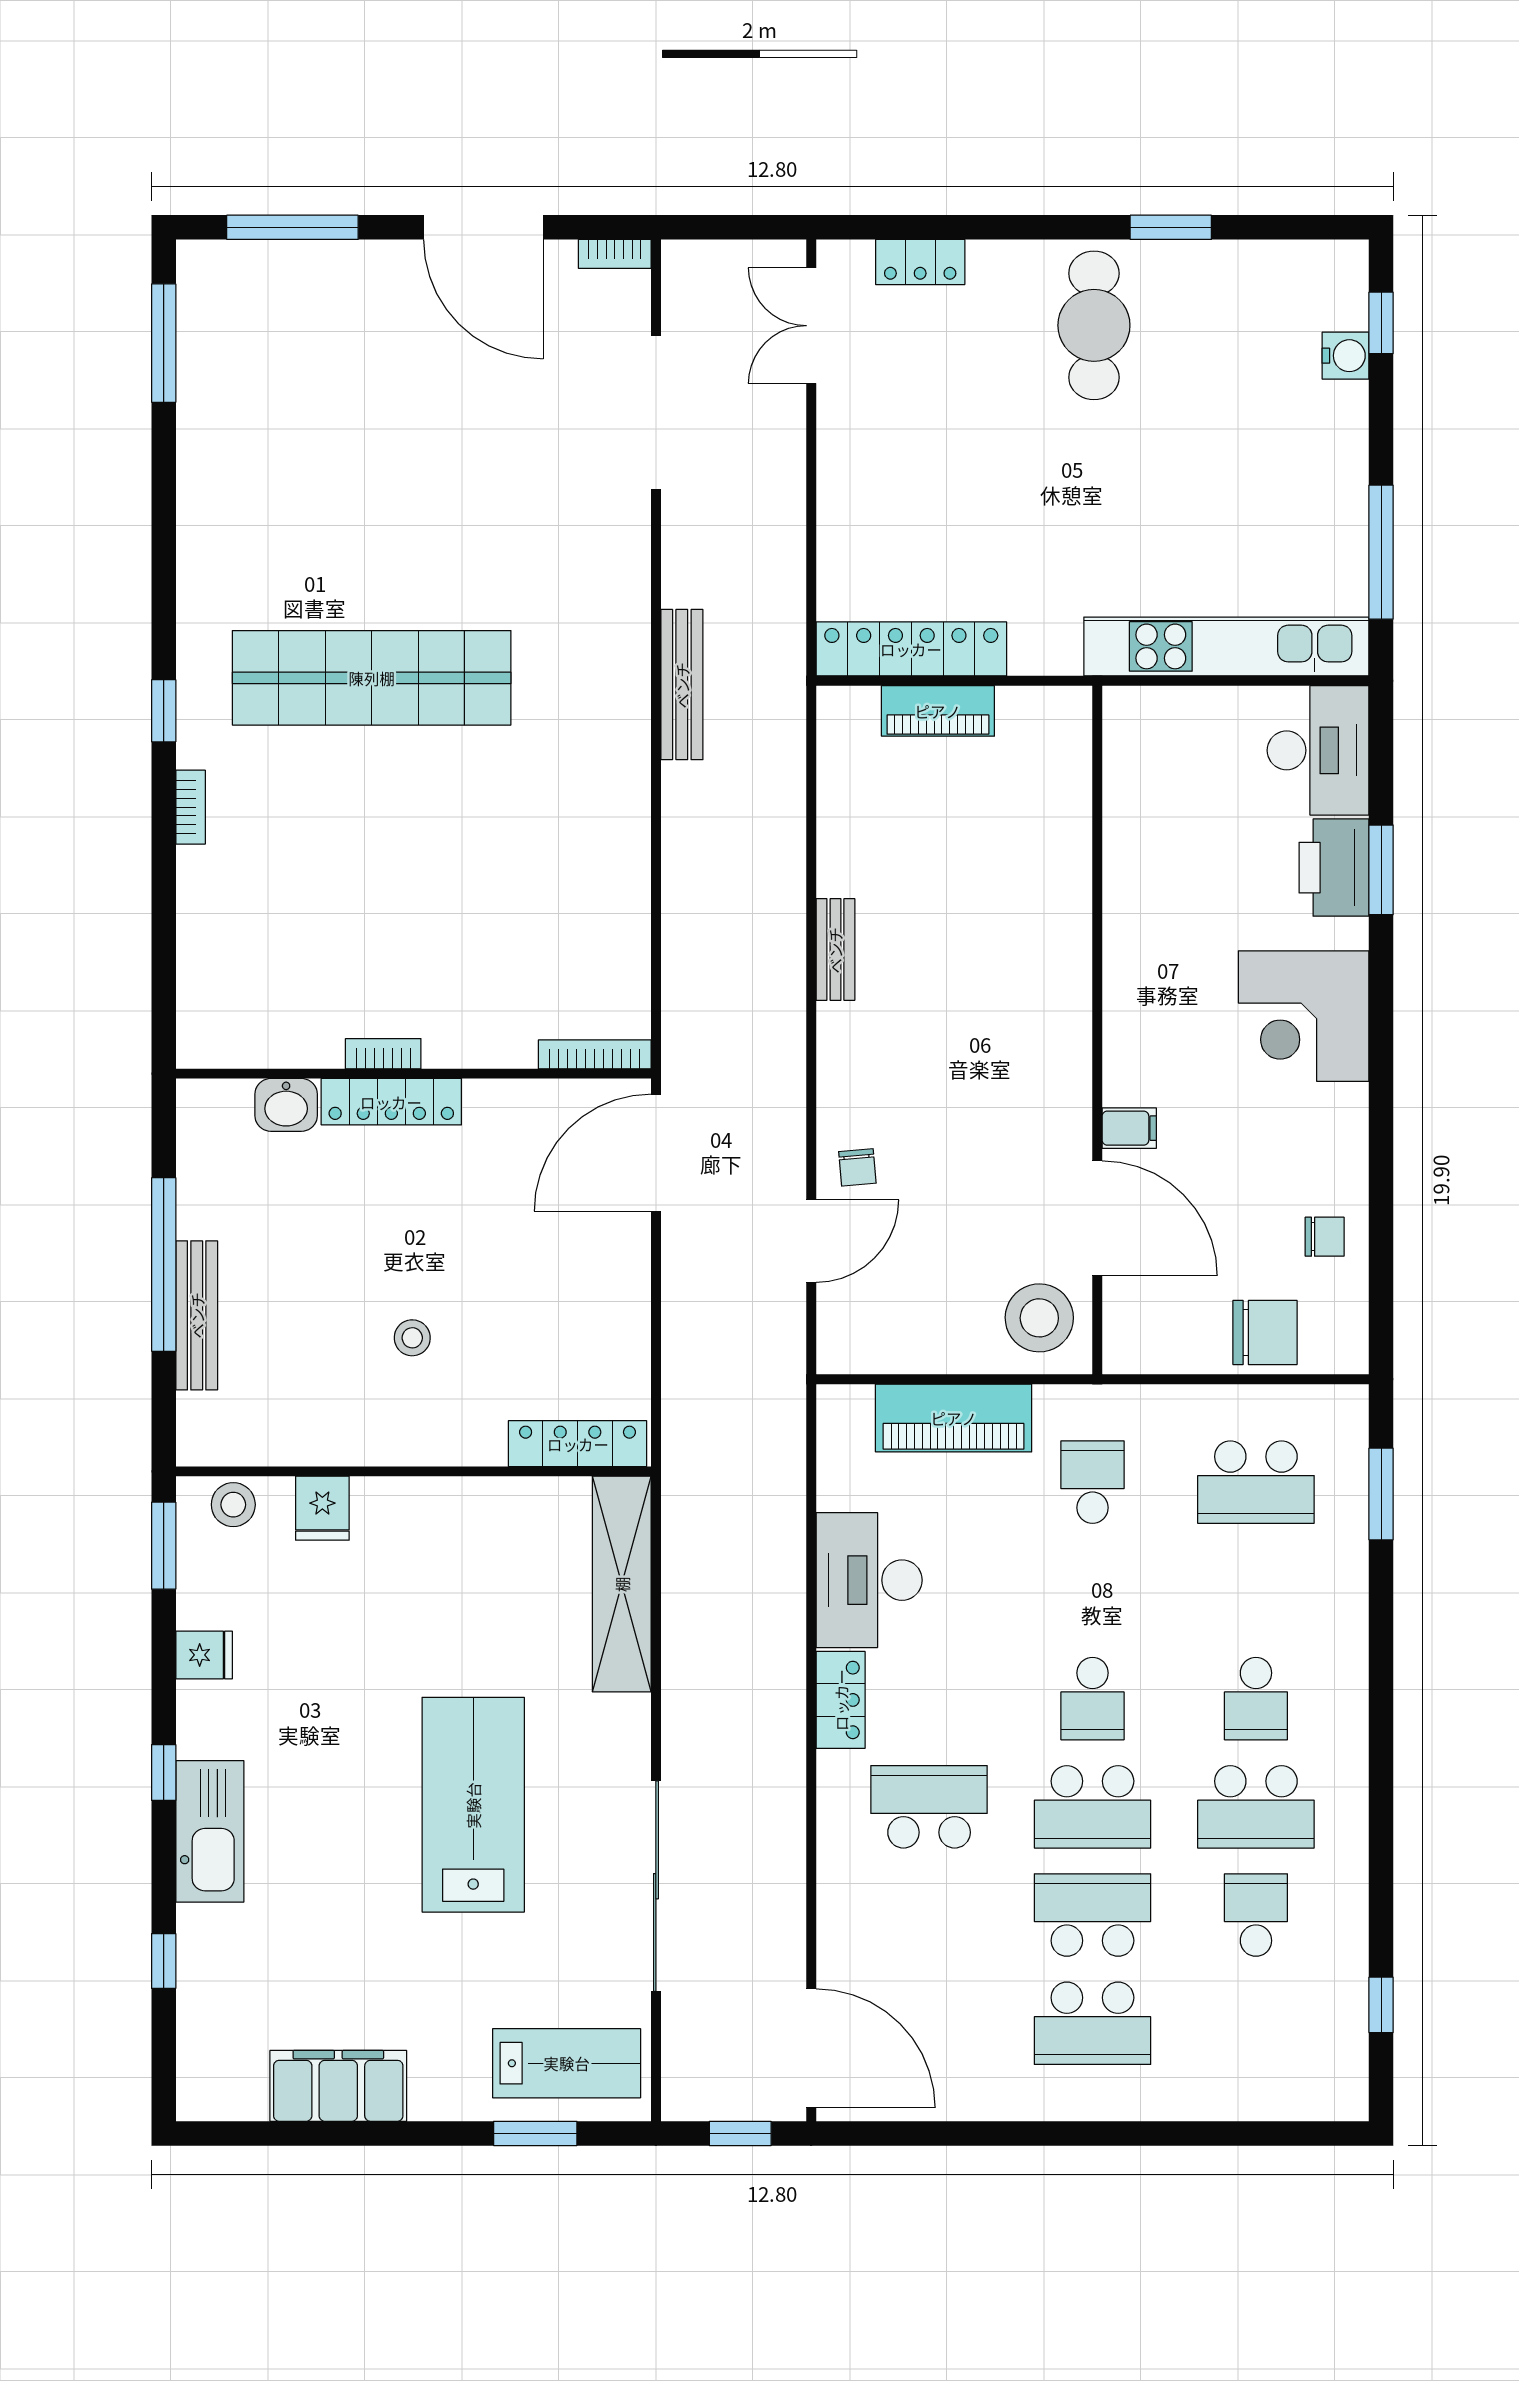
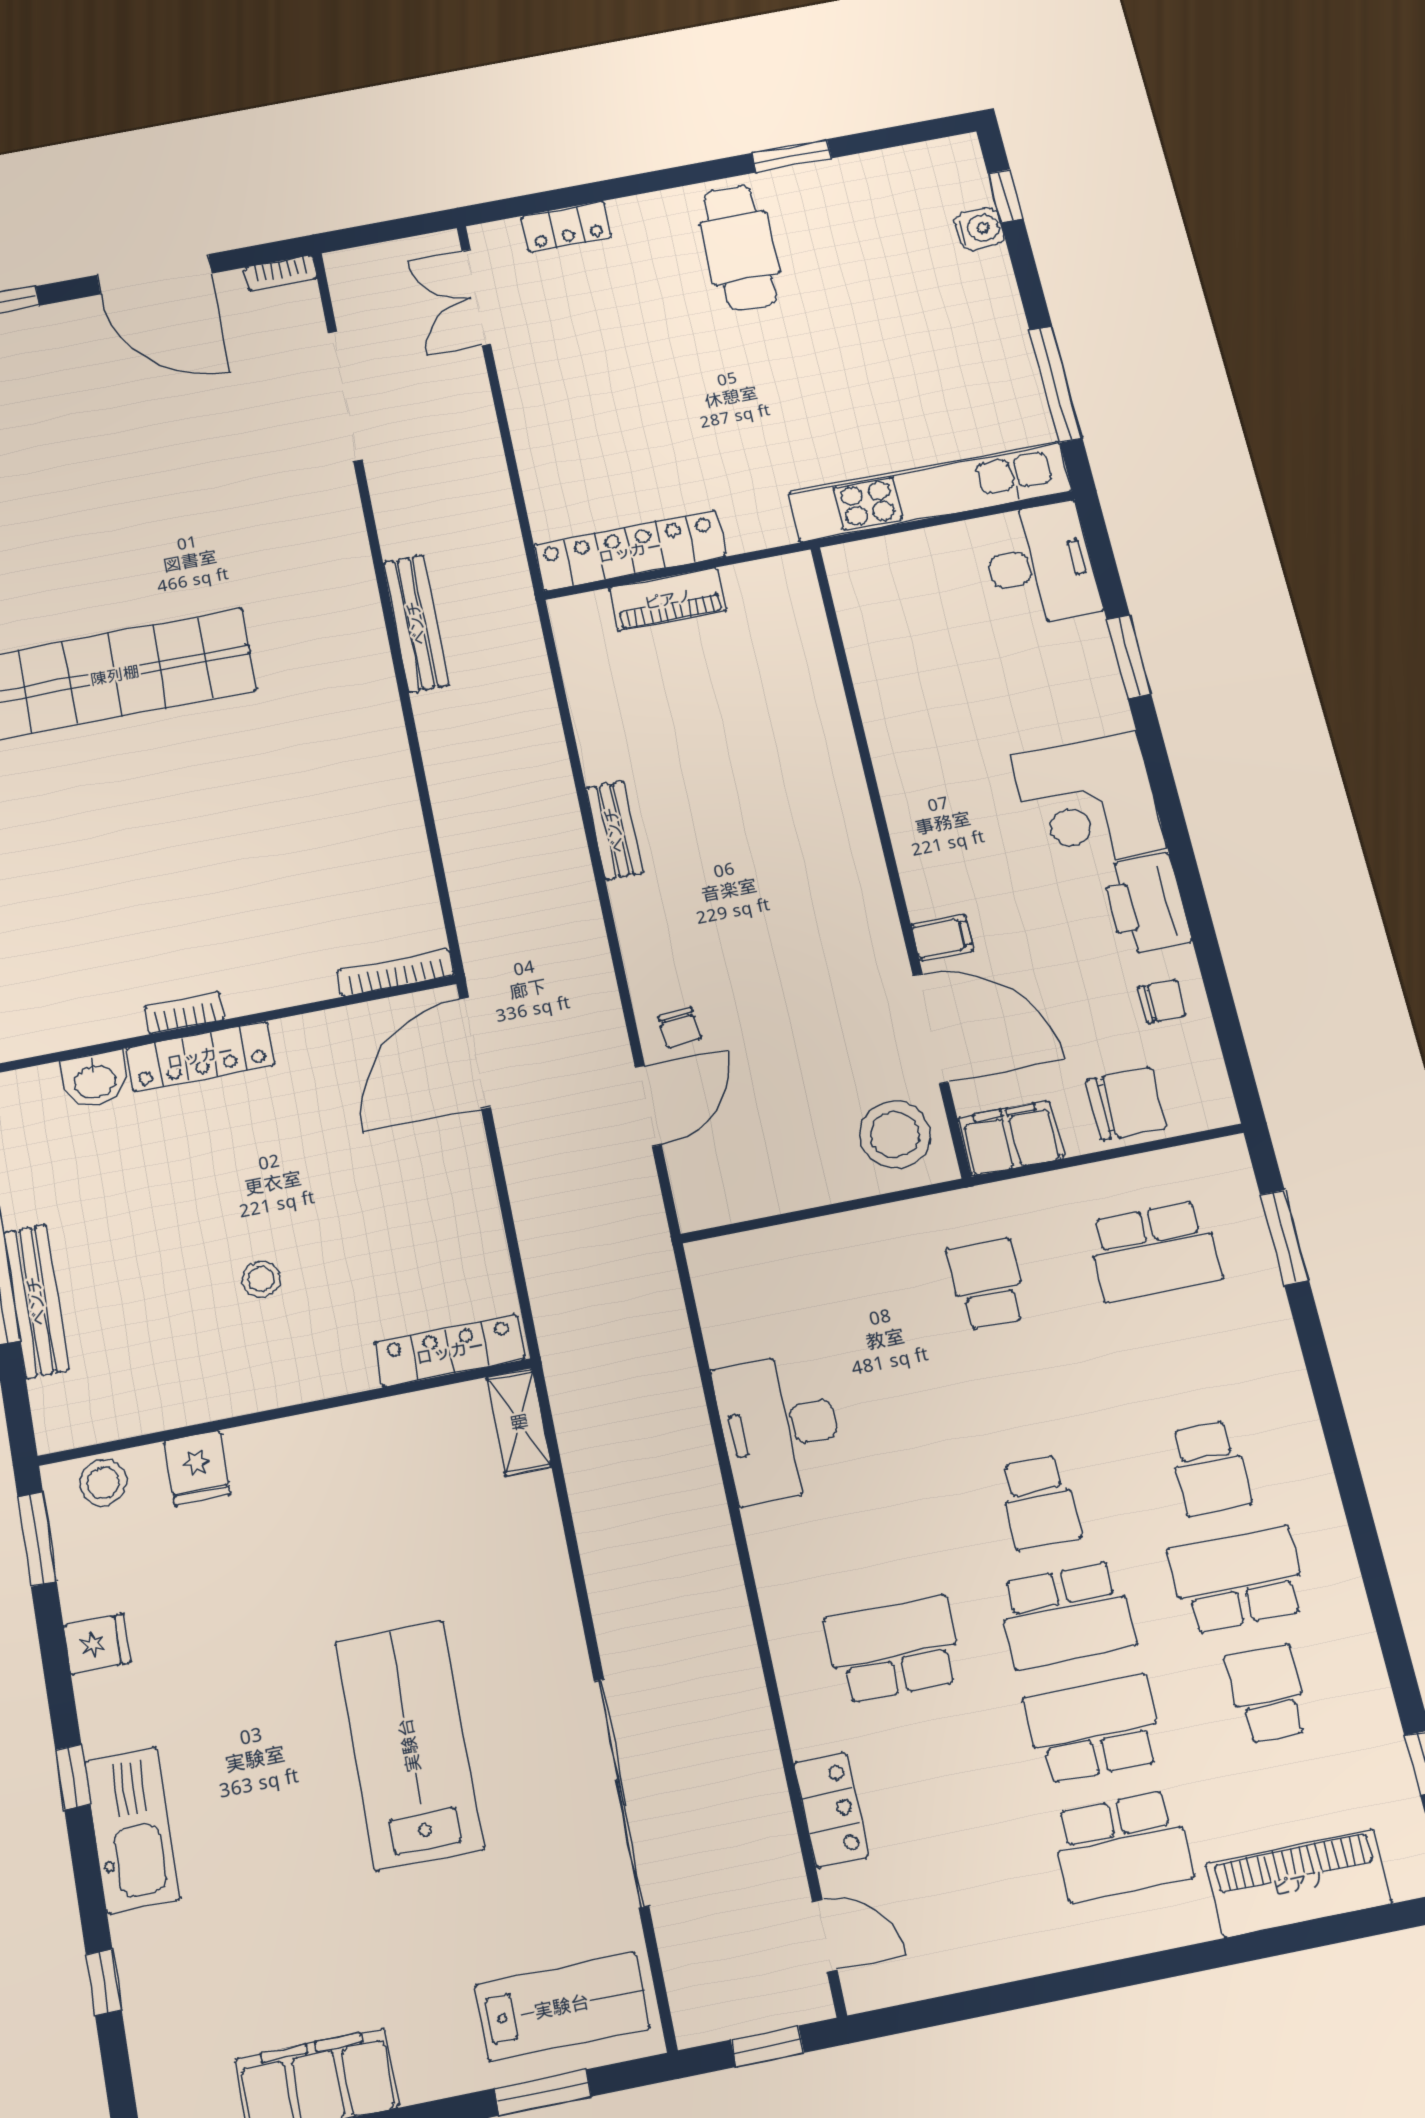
printer: (1334, 868) -> (1146, 904), moved
filing cabinet: (1148, 1344) -> (1010, 1138), added
piano: (954, 1418) -> (1299, 1883), moved, turned 180
shelving: (622, 1584) -> (519, 1422), width x0.45, depth x0.75
locker: (841, 1700) -> (831, 1810), moved
school desk: (1256, 1807) -> (1238, 1580), turned 180
door: (811, 2048) -> (825, 1936), width x0.53

